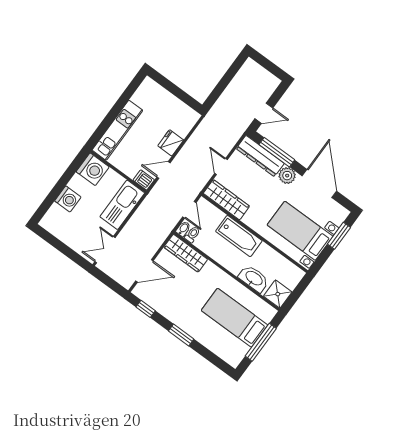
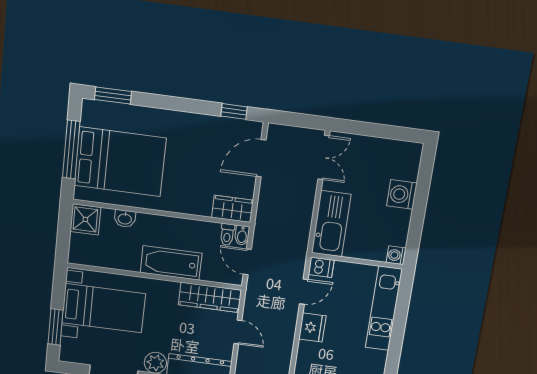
washing machine: (93, 169) -> (396, 255), width x0.53, depth x0.53
wardrobe: (186, 253) -> (232, 209), width x0.67
washbasin: (254, 279) -> (125, 219), width x0.52, depth x0.69
bed: (234, 318) -> (120, 162), width x1.50
window: (181, 335) -> (113, 96), moved

